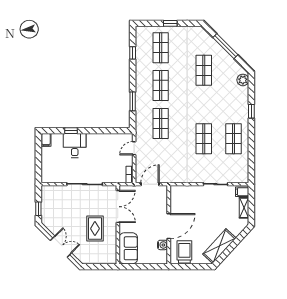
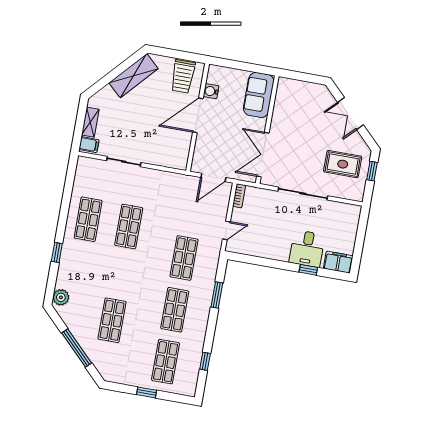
filing cabinet: (46, 140) -> (338, 262), width x2.00
rug: (95, 229) -> (343, 164), moved, turned 90

